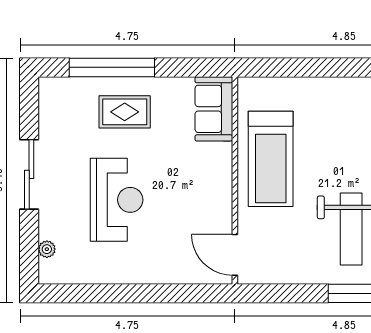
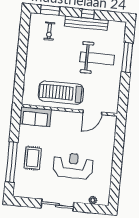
treadmill: (271, 159) -> (61, 93), turned 180
door: (235, 255) -> (92, 112), moved

